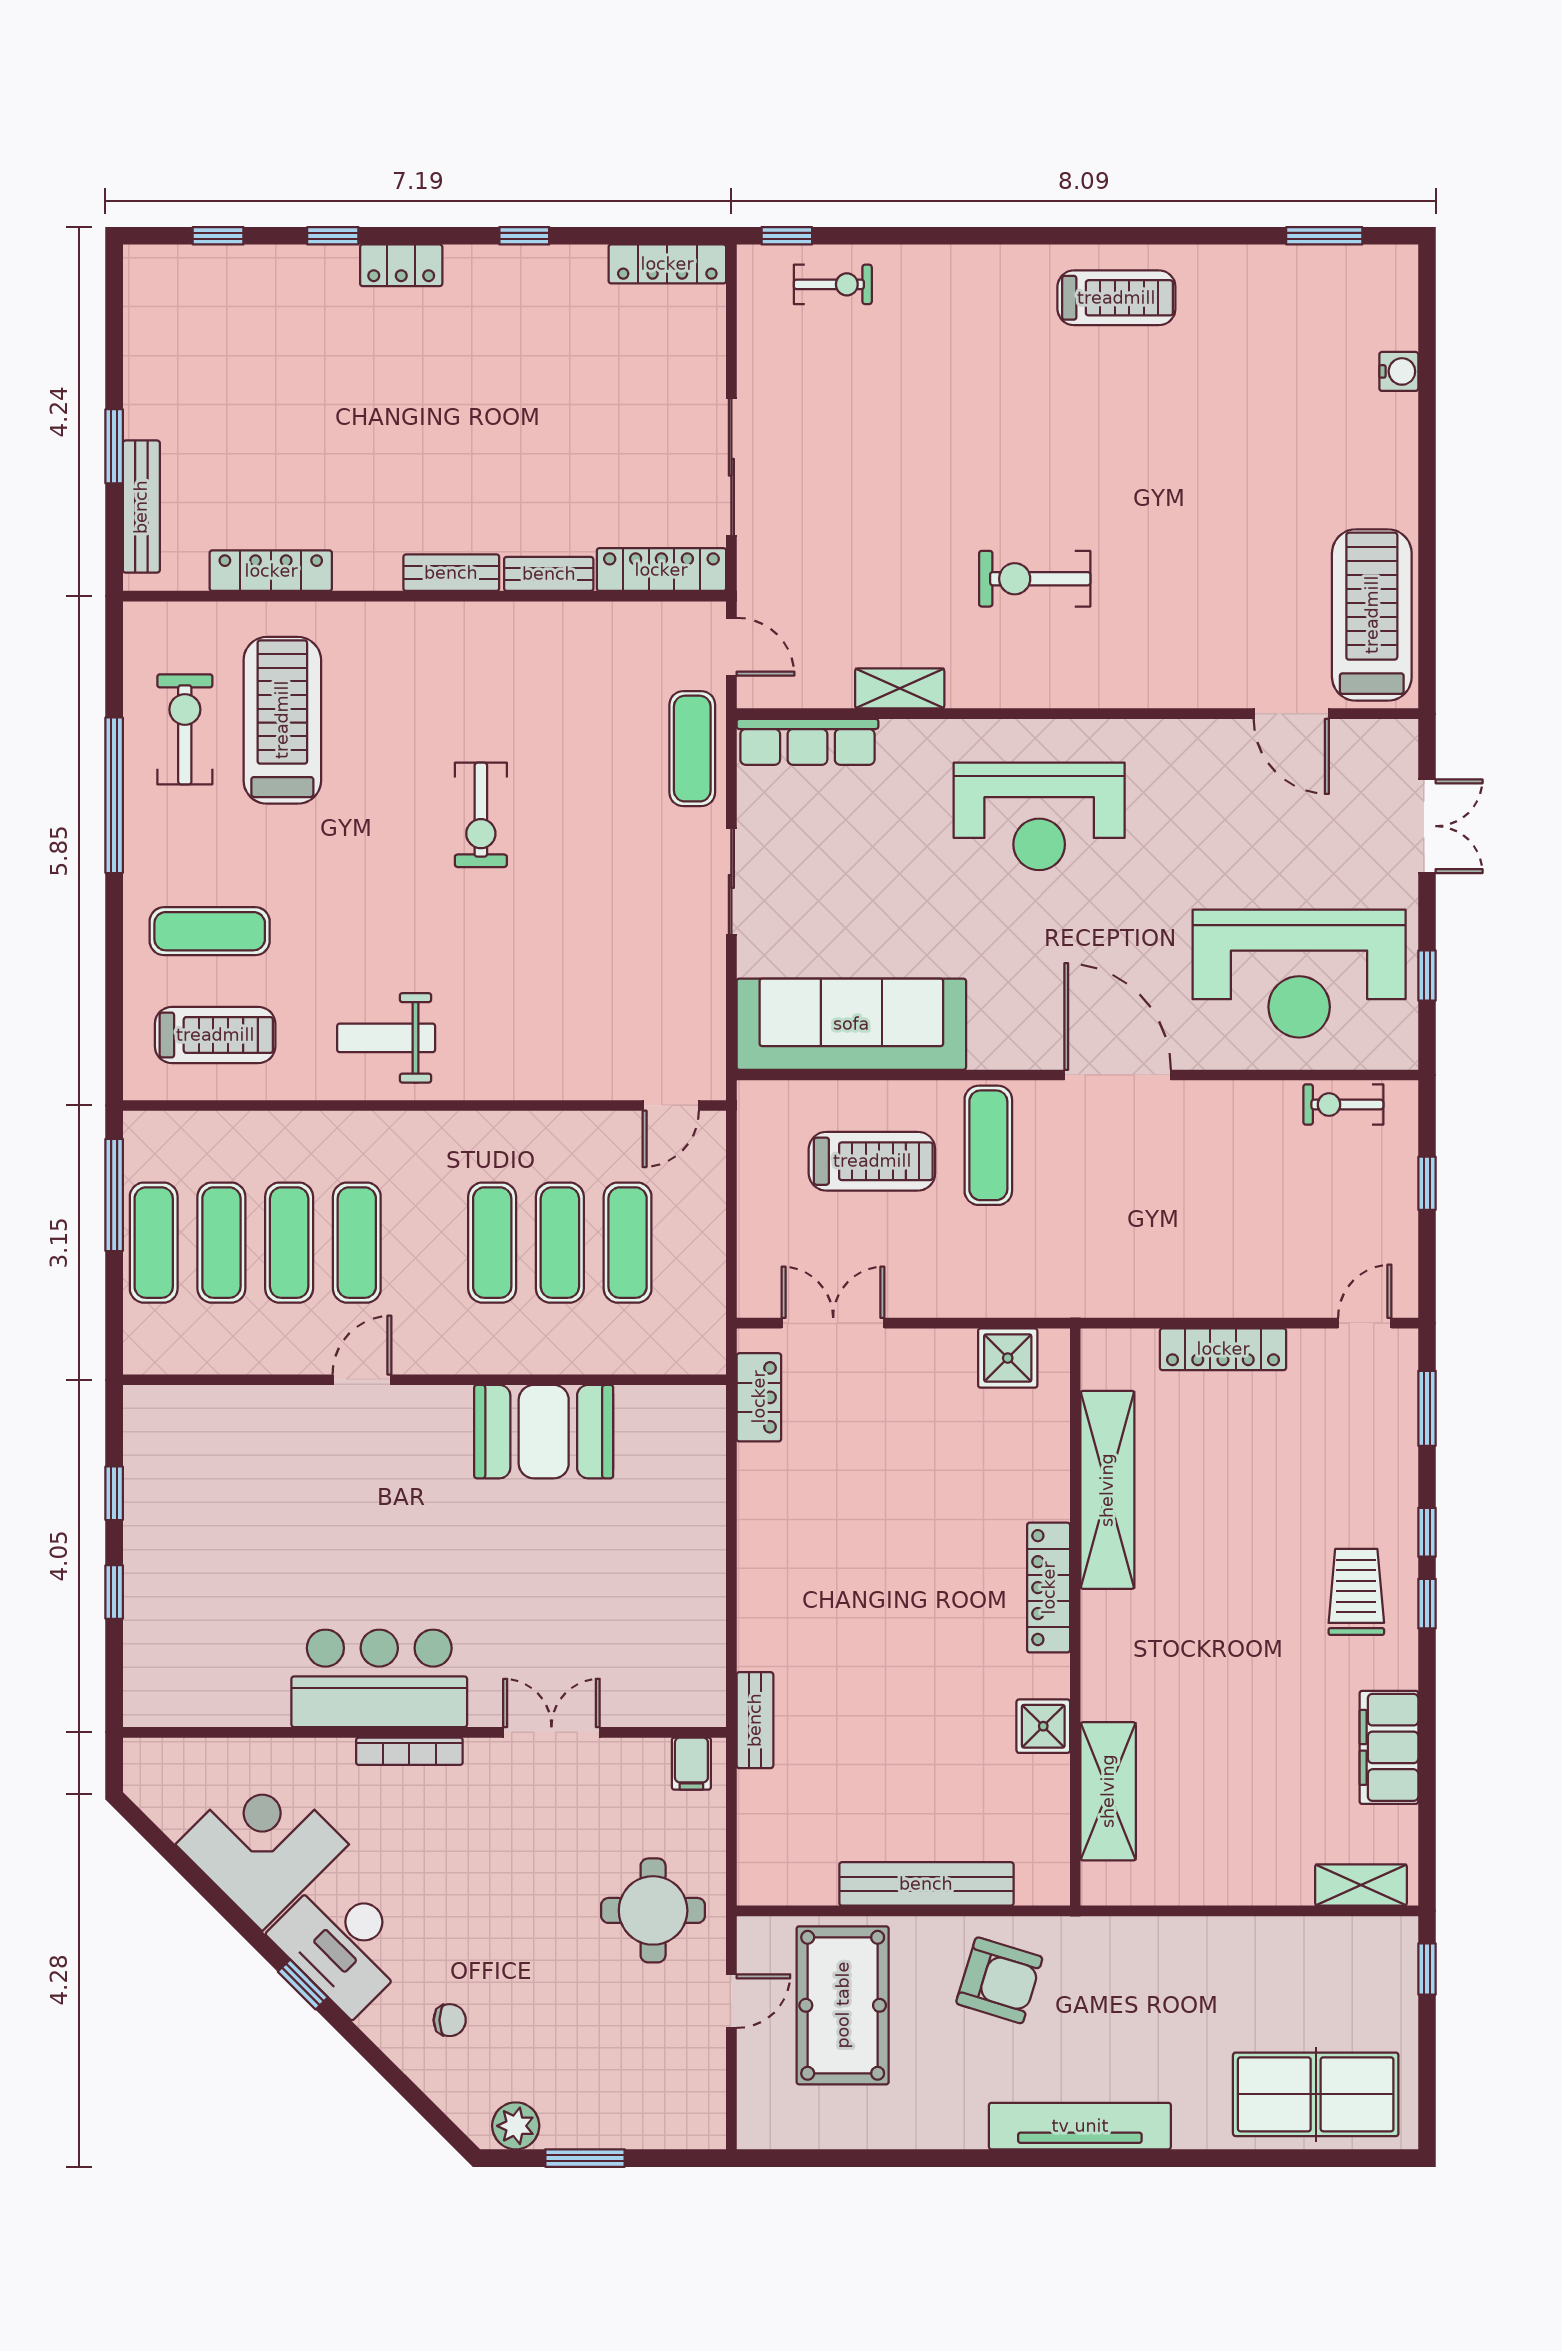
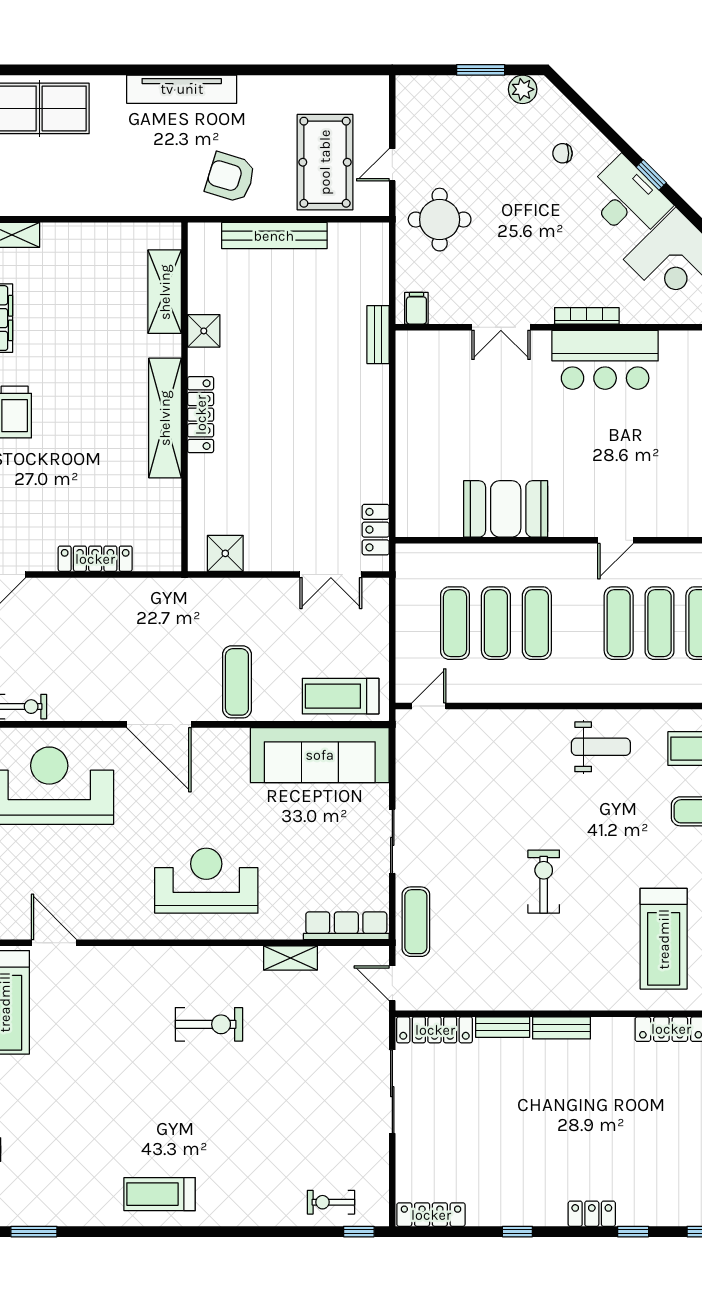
treadmill: (872, 1161) -> (341, 696), moved
shelving: (1107, 1490) -> (165, 418), moved

